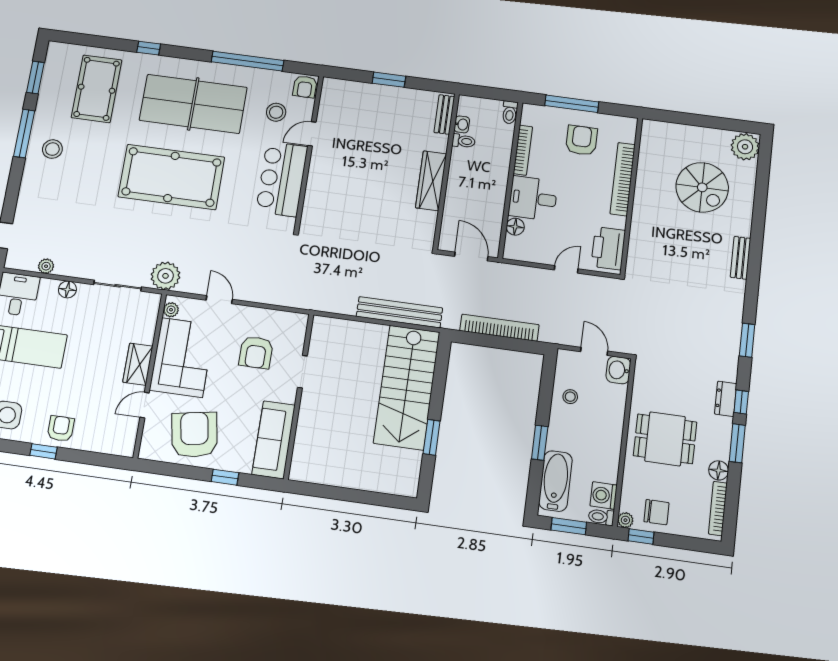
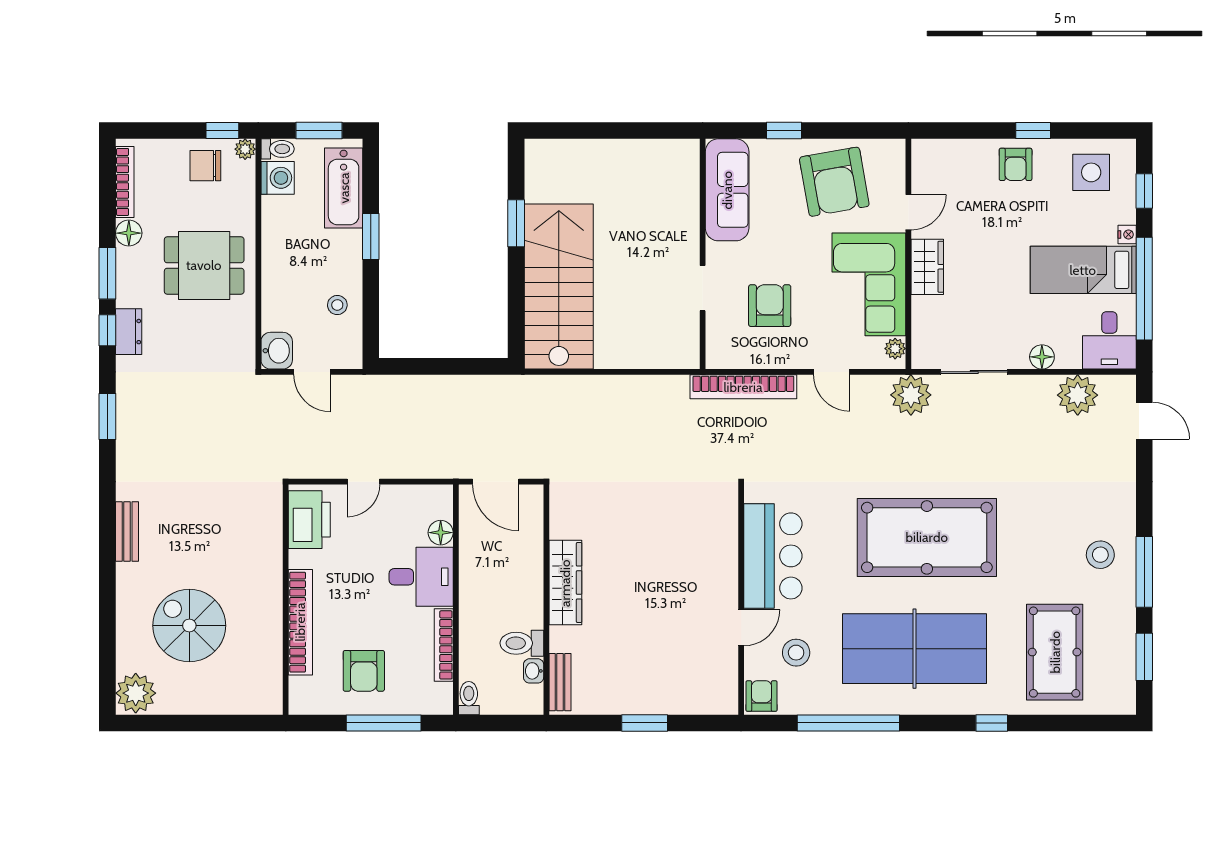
toilet: (464, 141) -> (522, 643), width x1.37, depth x1.39
plant: (46, 266) -> (1078, 395), width x1.88, depth x1.88
bench: (399, 312) -> (583, 389), removed
bookcase: (499, 328) -> (743, 387), moved

